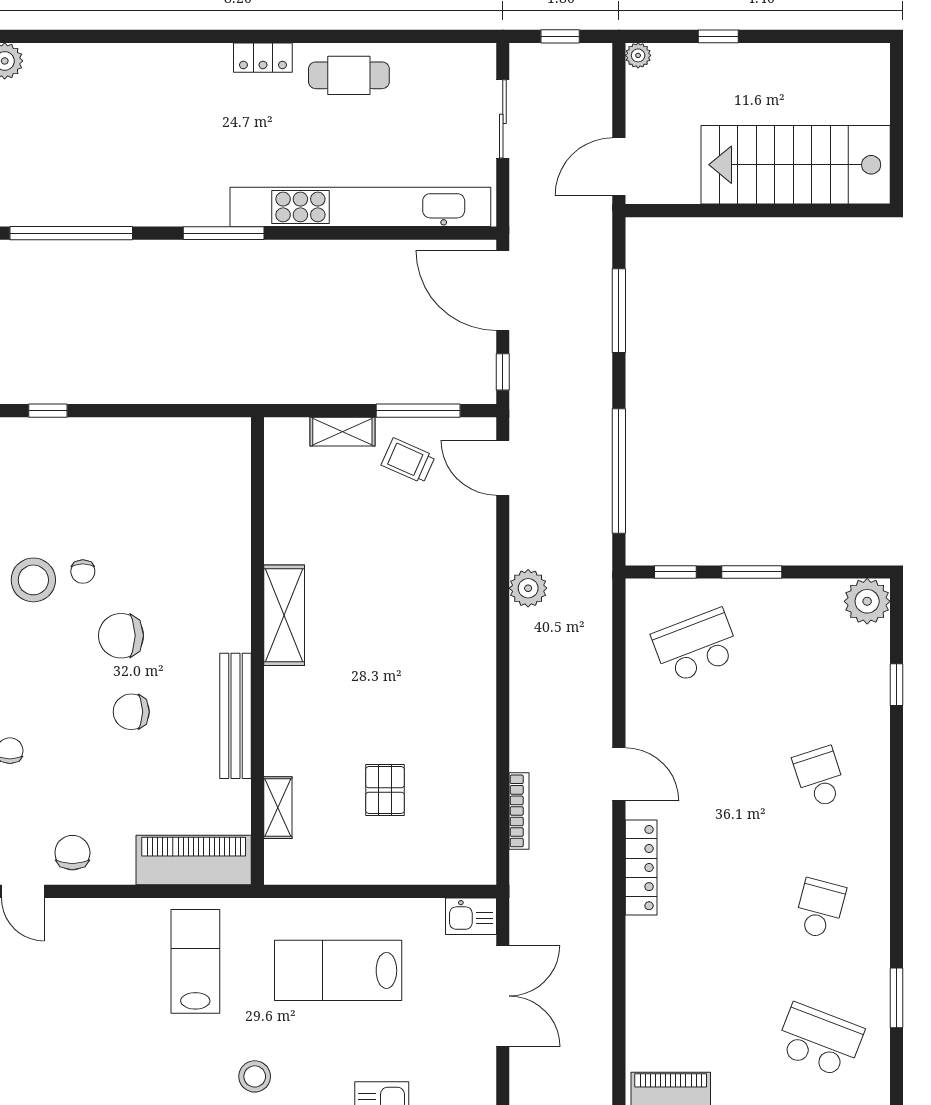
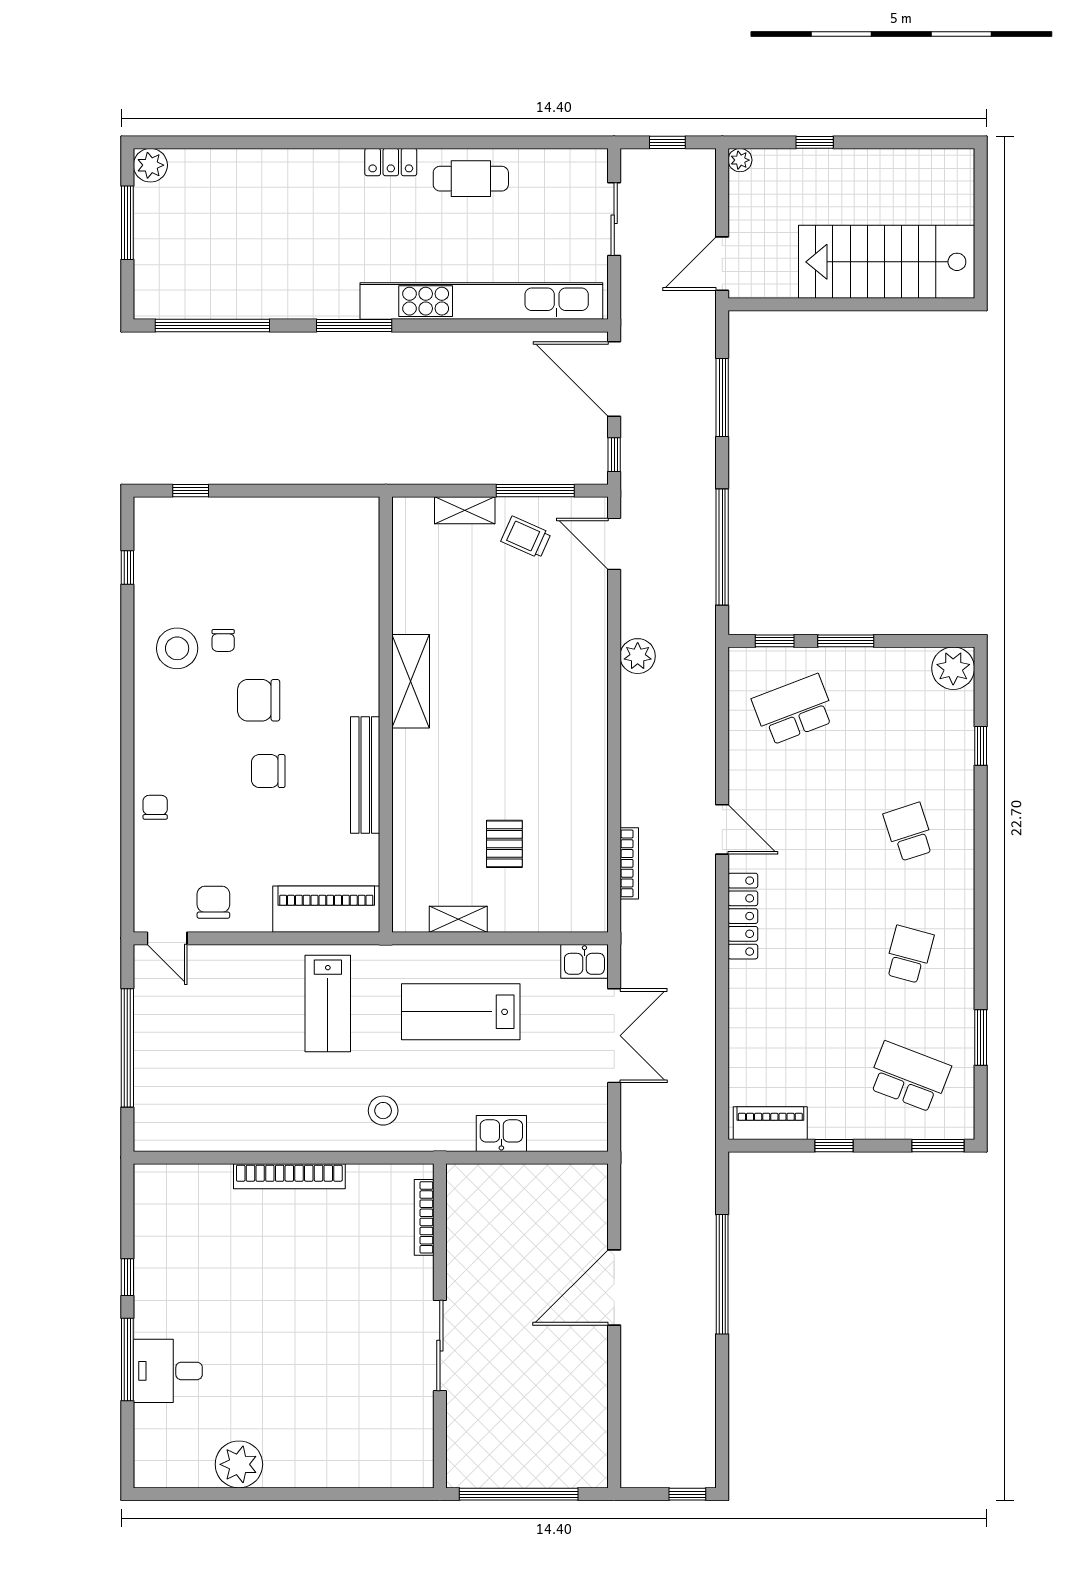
shelving: (278, 808) -> (458, 919), moved, turned 90
lab bench: (195, 961) -> (328, 1003), turned 180

